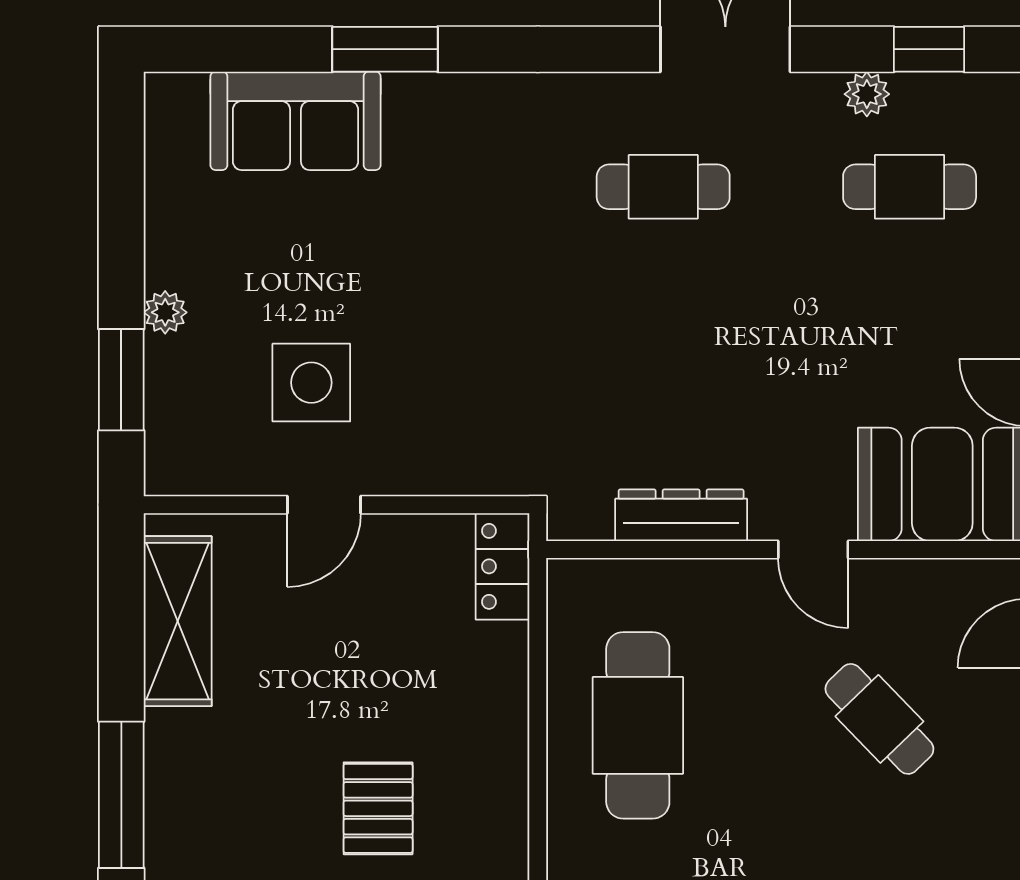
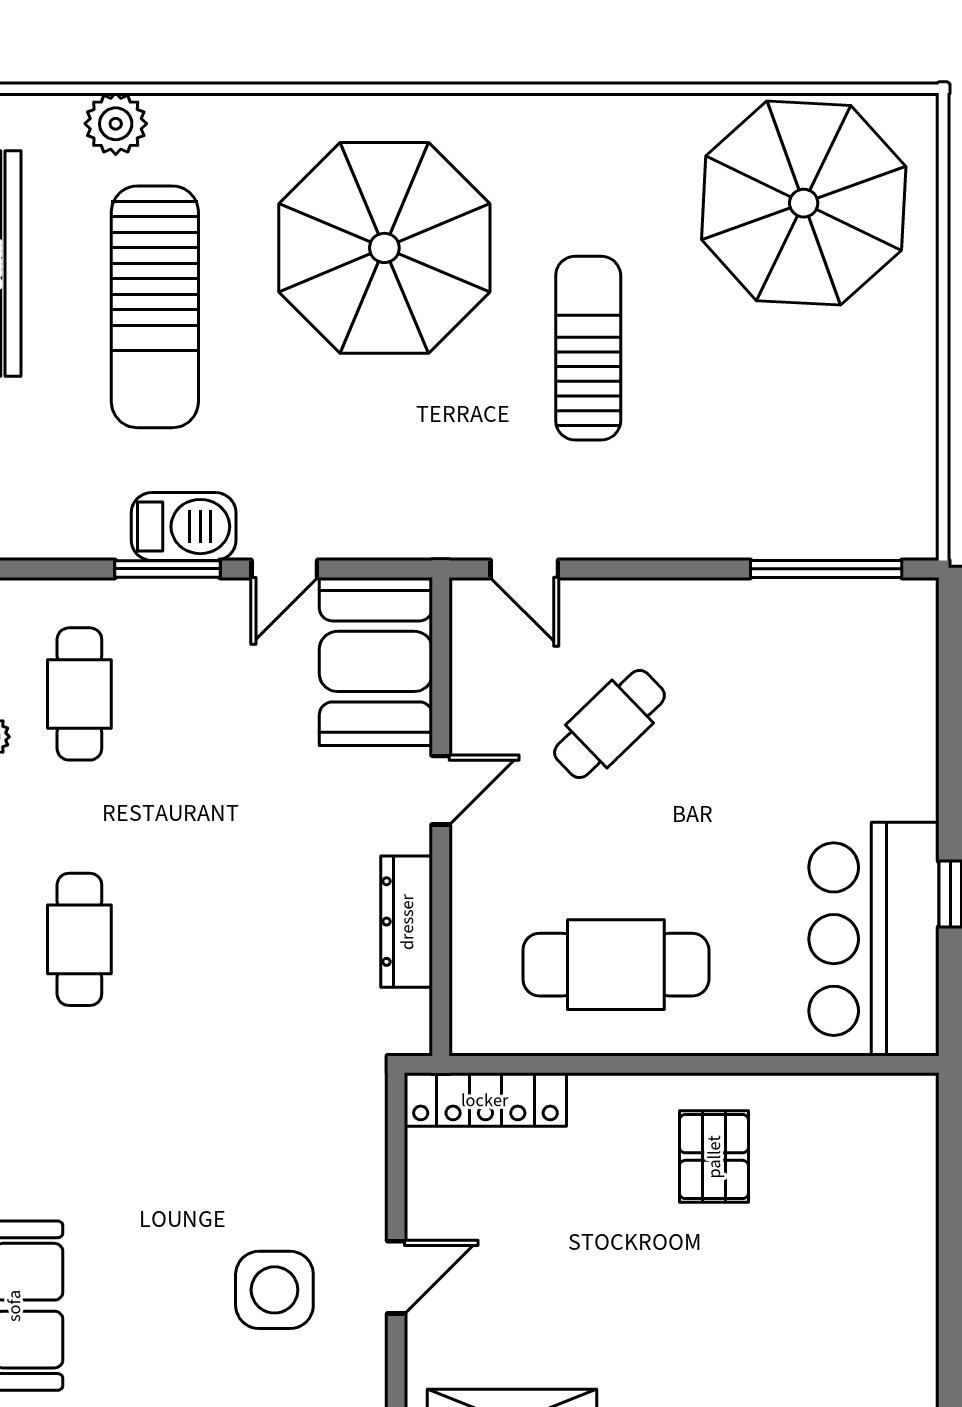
door: (324, 505) -> (396, 1277), hinge flipped
locker: (502, 566) -> (485, 1100), width x1.53
pallet: (378, 808) -> (714, 1157), moved, turned 90

